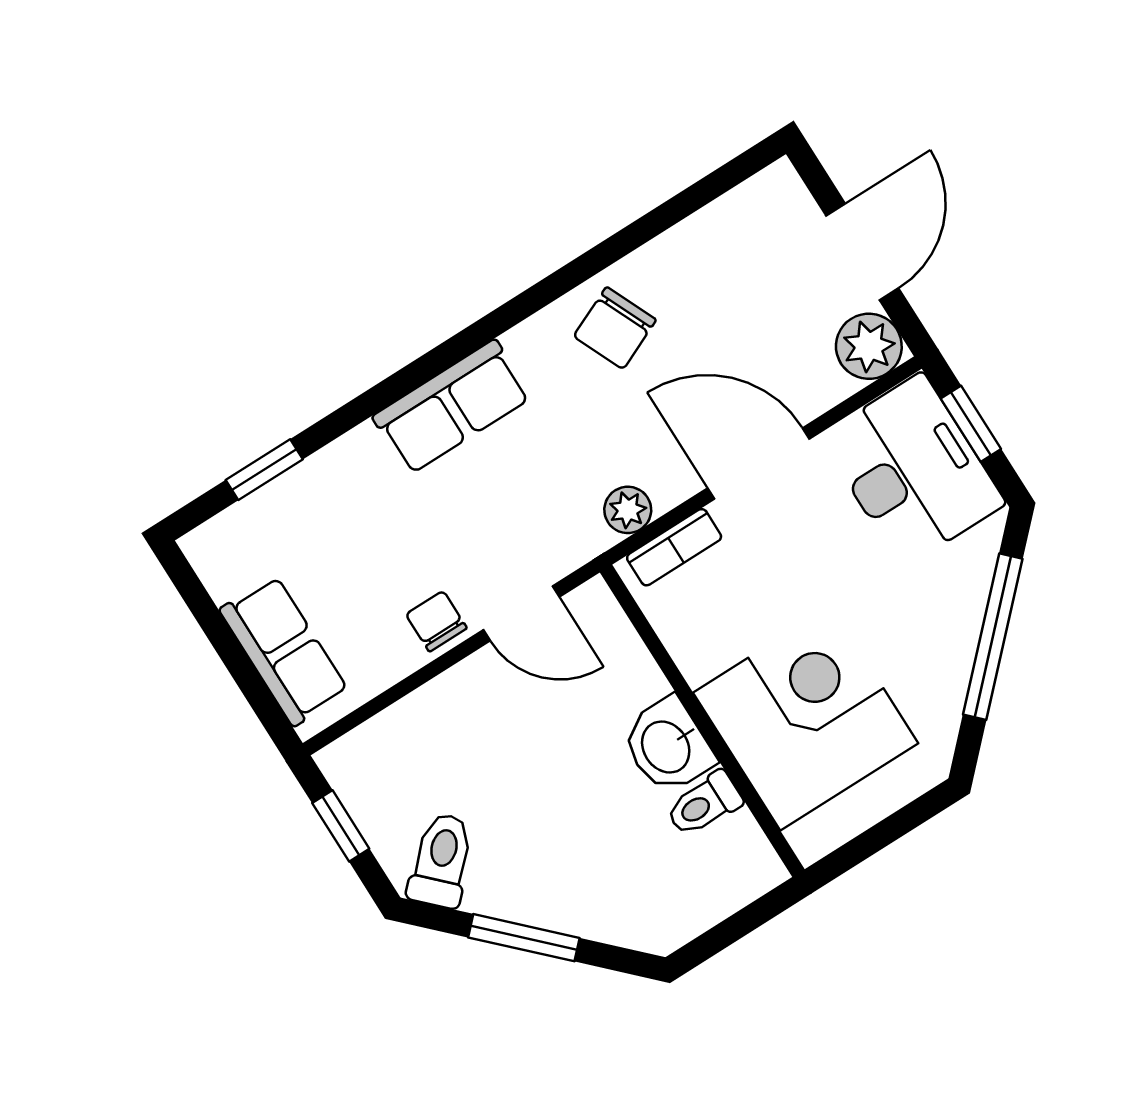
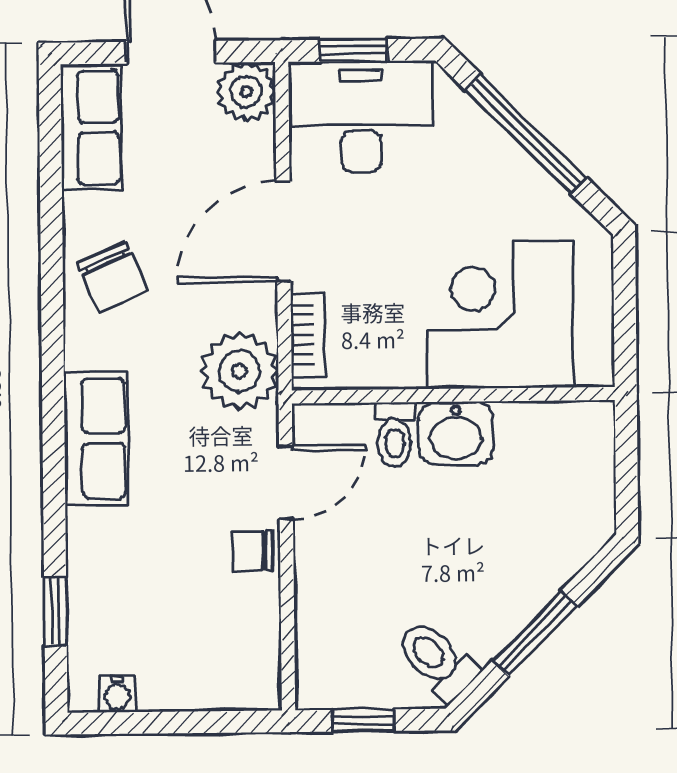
plant: (628, 510) -> (239, 371), width x1.88, depth x1.88
water cooler: (222, 577) -> (117, 694), added
row of seats: (284, 651) -> (91, 128), moved, turned 90
toilet: (704, 804) -> (394, 434), moved

